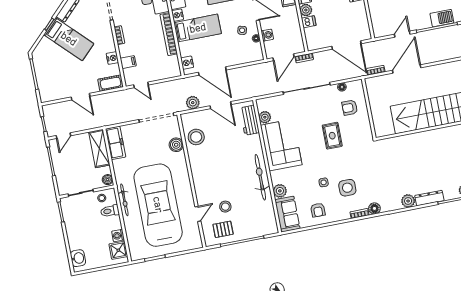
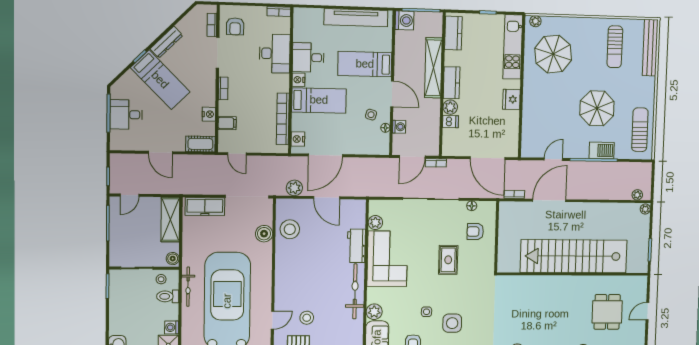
bookcase: (169, 34) -> (283, 119), moved
door: (212, 71) -> (325, 155), hinge flipped
desk: (48, 72) -> (126, 115), added
workbench: (250, 120) -> (356, 246), moved
freezer: (116, 143) -> (205, 207), moved, turned 90

